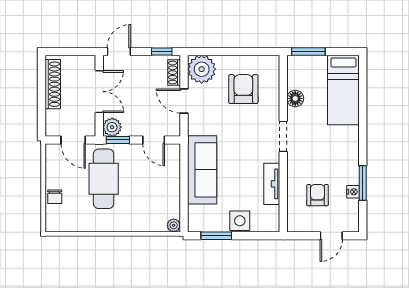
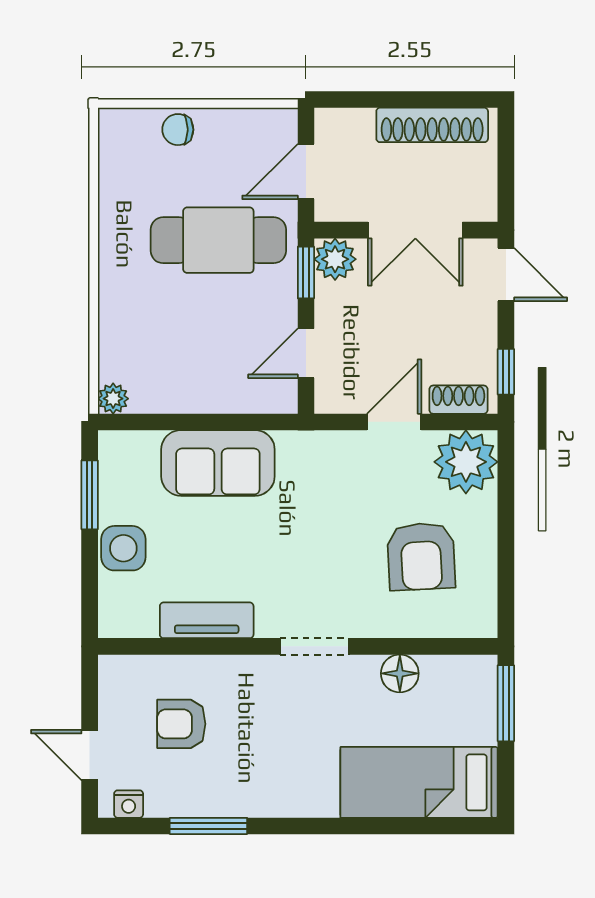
armchair: (243, 89) -> (421, 556), turned 87
sofa: (202, 170) -> (218, 463), width x0.73
nightstand: (353, 192) -> (129, 804), moved
armchair: (318, 195) -> (181, 724), turned 180

